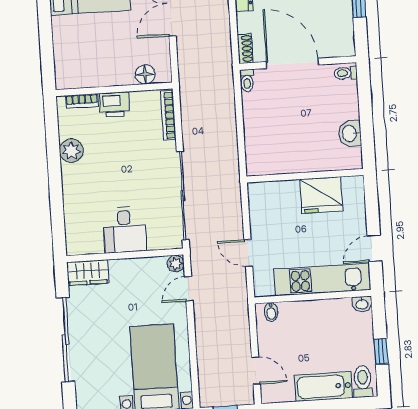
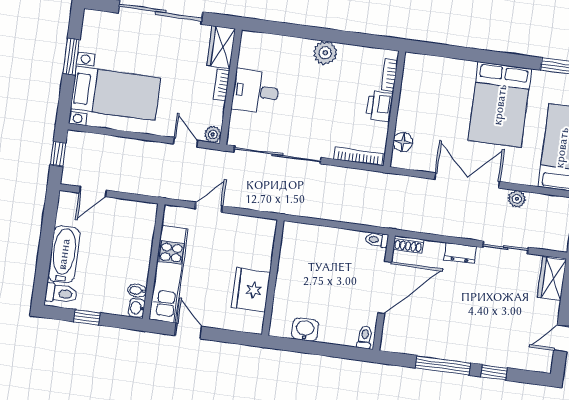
plant: (71, 151) -> (325, 53), moved
bookcase: (125, 265) -> (222, 85), added
bidet: (271, 312) -> (137, 290), moved

